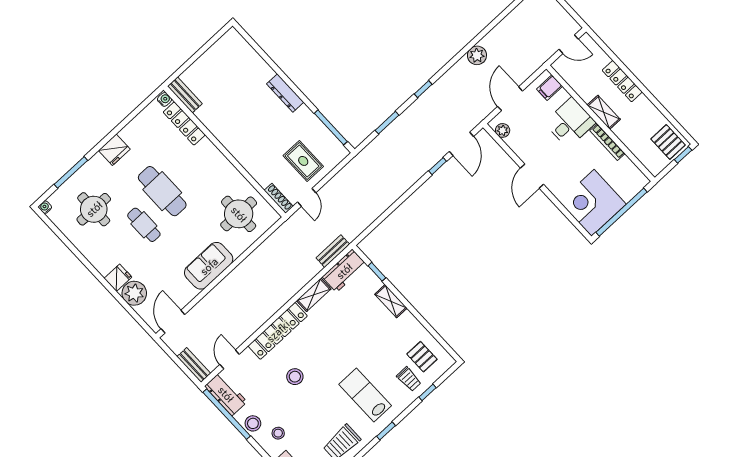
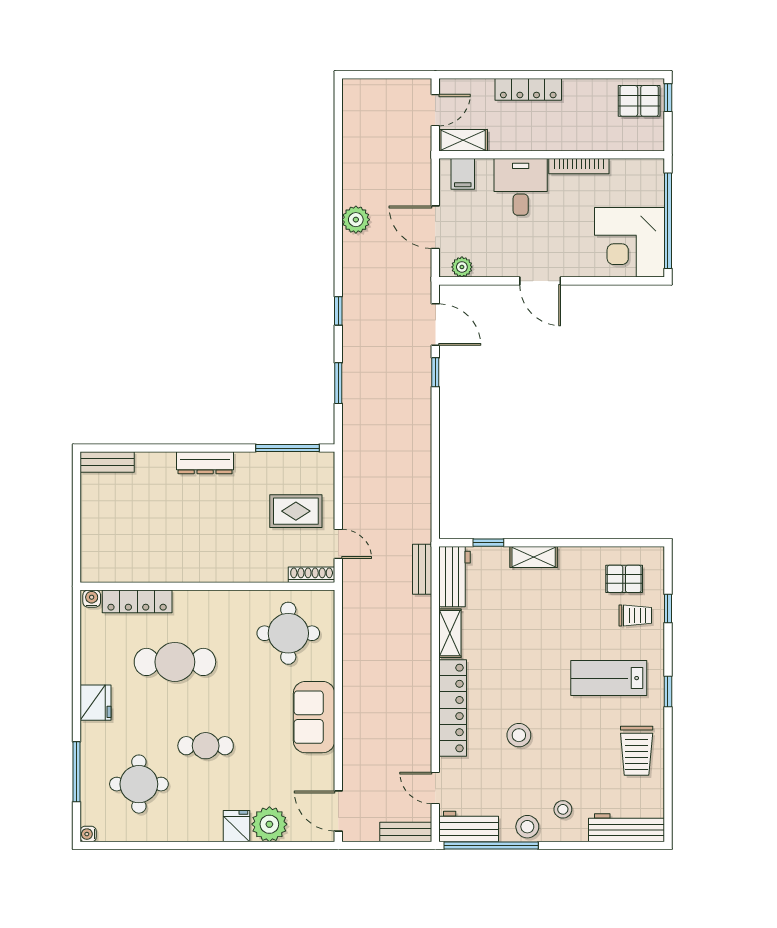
bench: (185, 95) -> (107, 462), moved
shelving: (604, 112) -> (463, 140), moved
cafe table: (162, 191) -> (175, 662), moved

